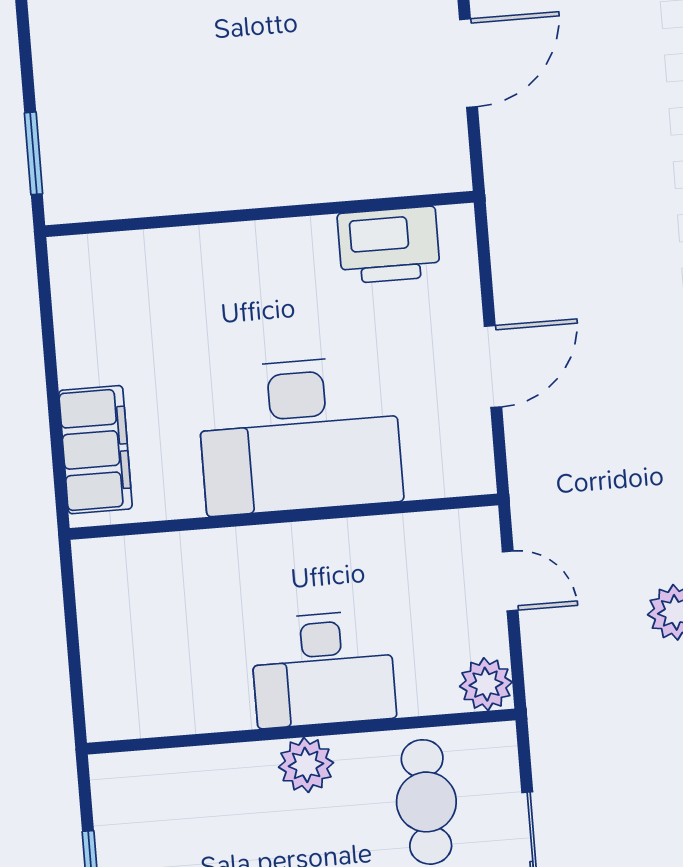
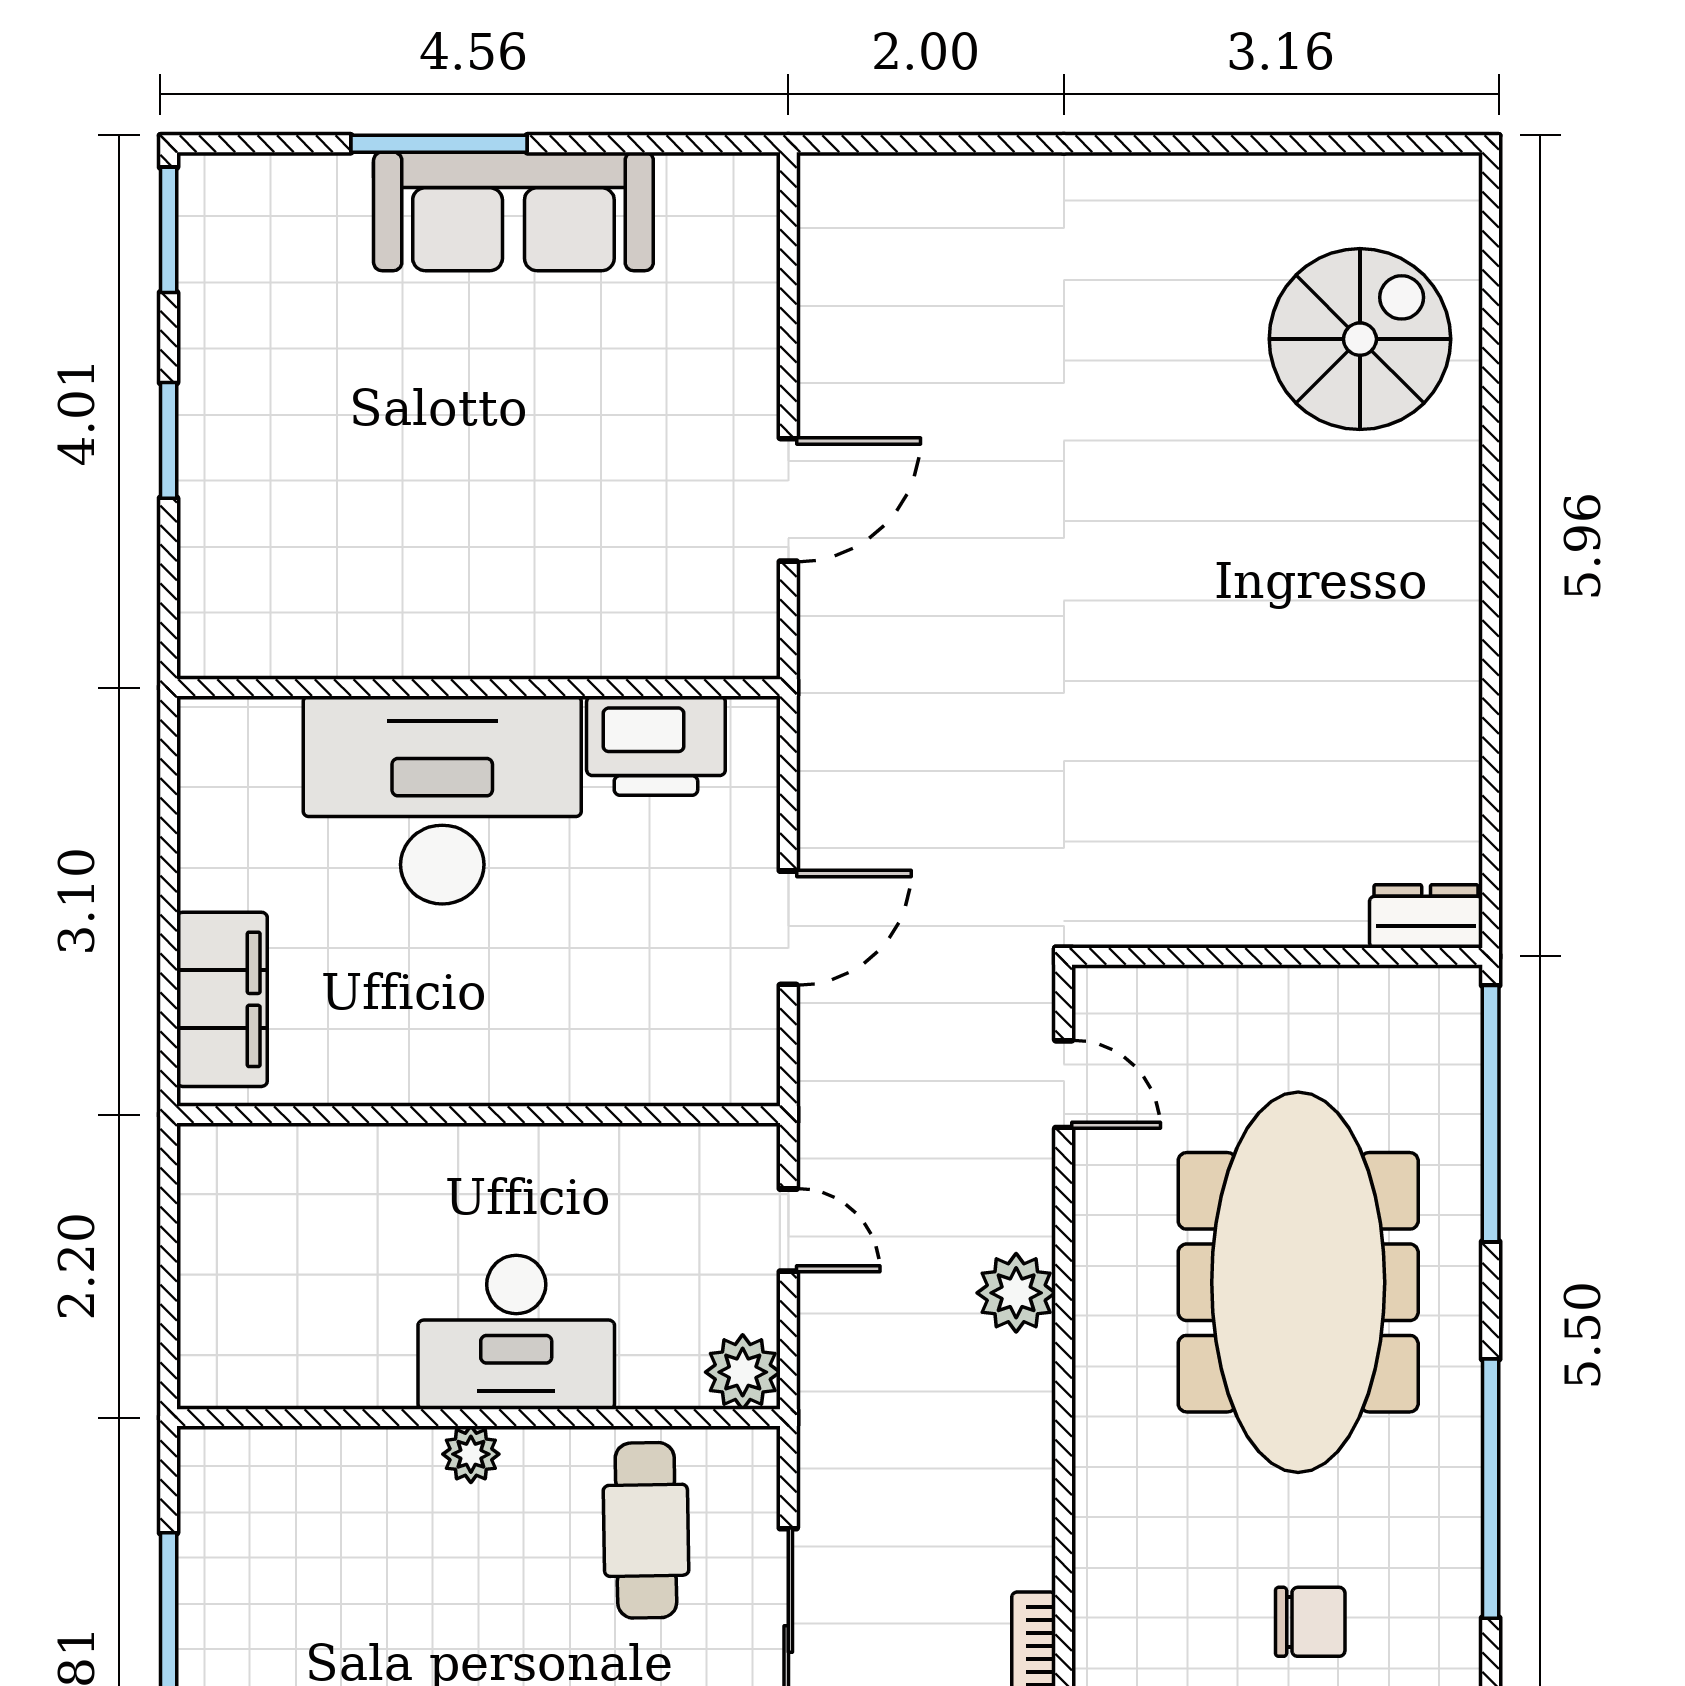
window: (33, 153) -> (169, 440), moved
desk: (300, 435) -> (442, 800), moved, turned 180
plant: (306, 765) -> (471, 1454), width x0.73, depth x0.73

